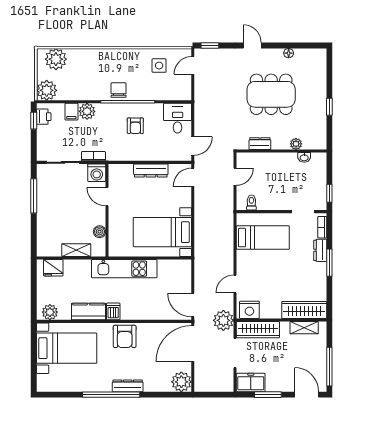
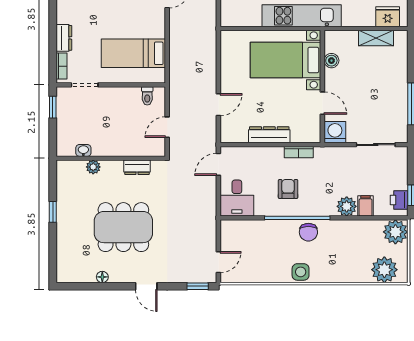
side table: (159, 66) -> (301, 272), moved
bookcase: (93, 156) -> (299, 152), moved
door: (193, 177) -> (218, 105), moved
bed with nightstands: (162, 232) -> (286, 60), moved, turned 180
shelving: (76, 250) -> (376, 38), moved
window: (329, 263) -> (53, 23), removed

